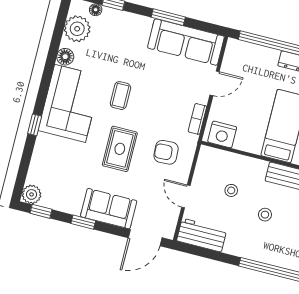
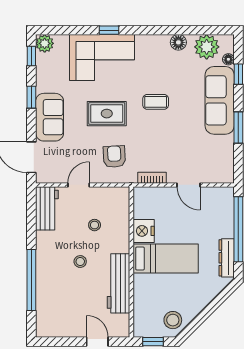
sofa: (186, 42) -> (220, 100), moved
corner sofa: (70, 103) -> (102, 58), moved
nightstand: (222, 134) -> (144, 231), moved

